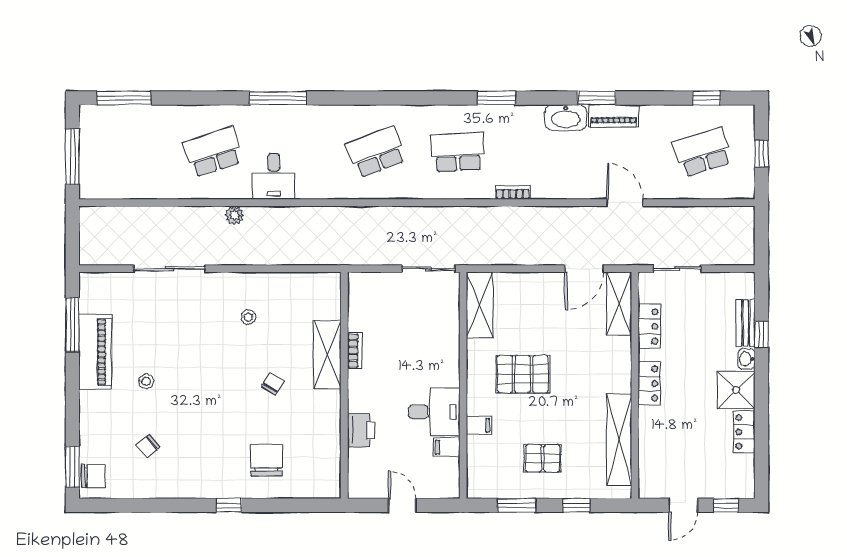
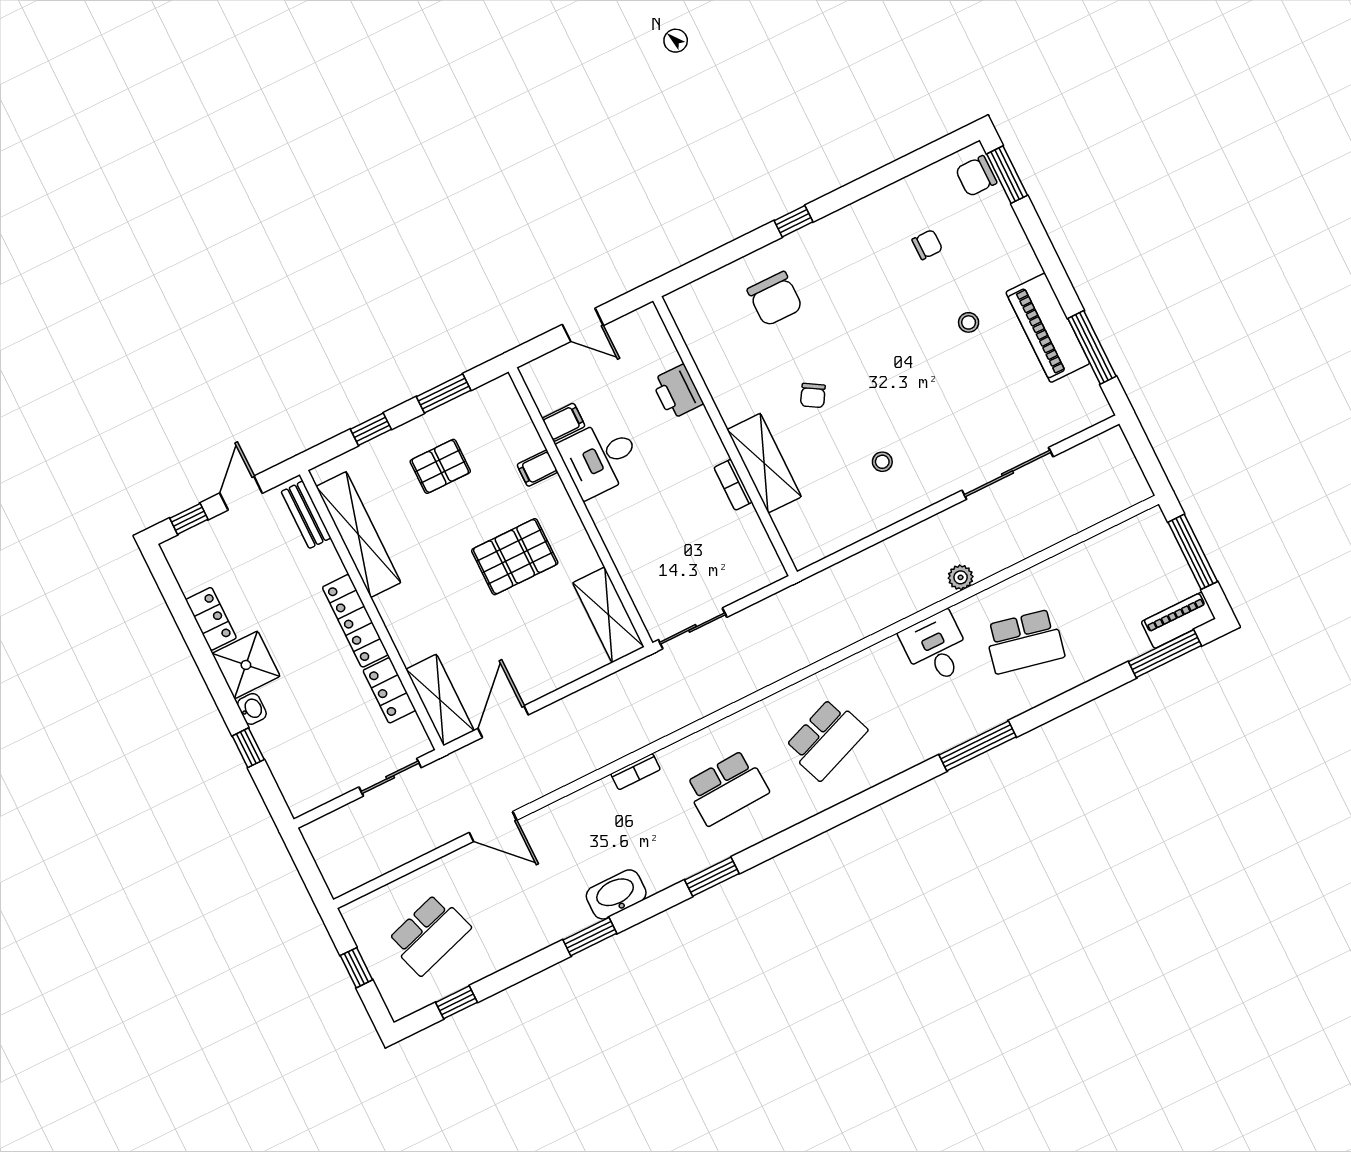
piano: (614, 116) -> (1178, 620), moved
school desk: (213, 152) -> (1024, 641), turned 30
bench: (746, 323) -> (306, 515), moved
locker: (649, 384) -> (355, 621), width x1.53
chair: (148, 446) -> (927, 245), turned 40

